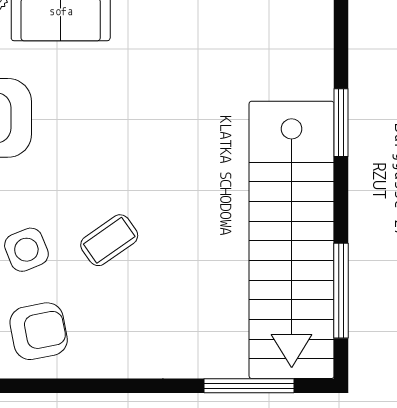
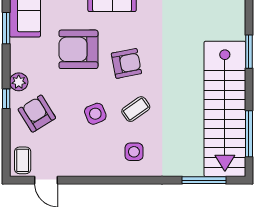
side table: (106, 328) -> (134, 152), added
armchair: (39, 331) -> (126, 63), moved

